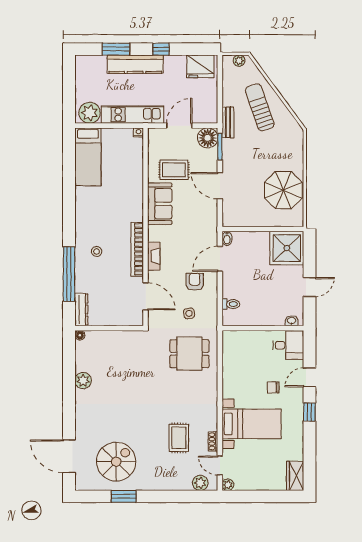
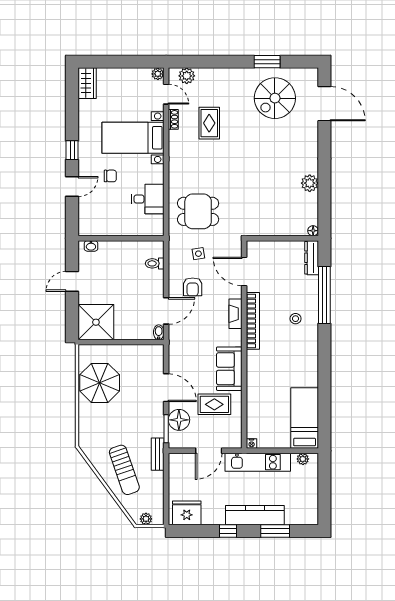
plant: (90, 113) -> (303, 459), width x0.53, depth x0.53
floor lamp: (208, 138) -> (179, 420), moved
desk: (288, 345) -> (148, 199), moved, turned 180

